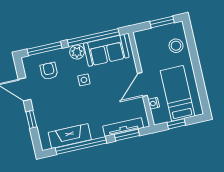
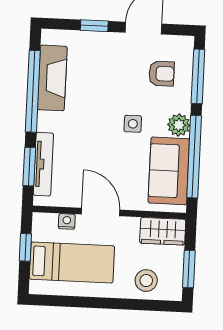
wardrobe: (144, 44) -> (163, 231), added

